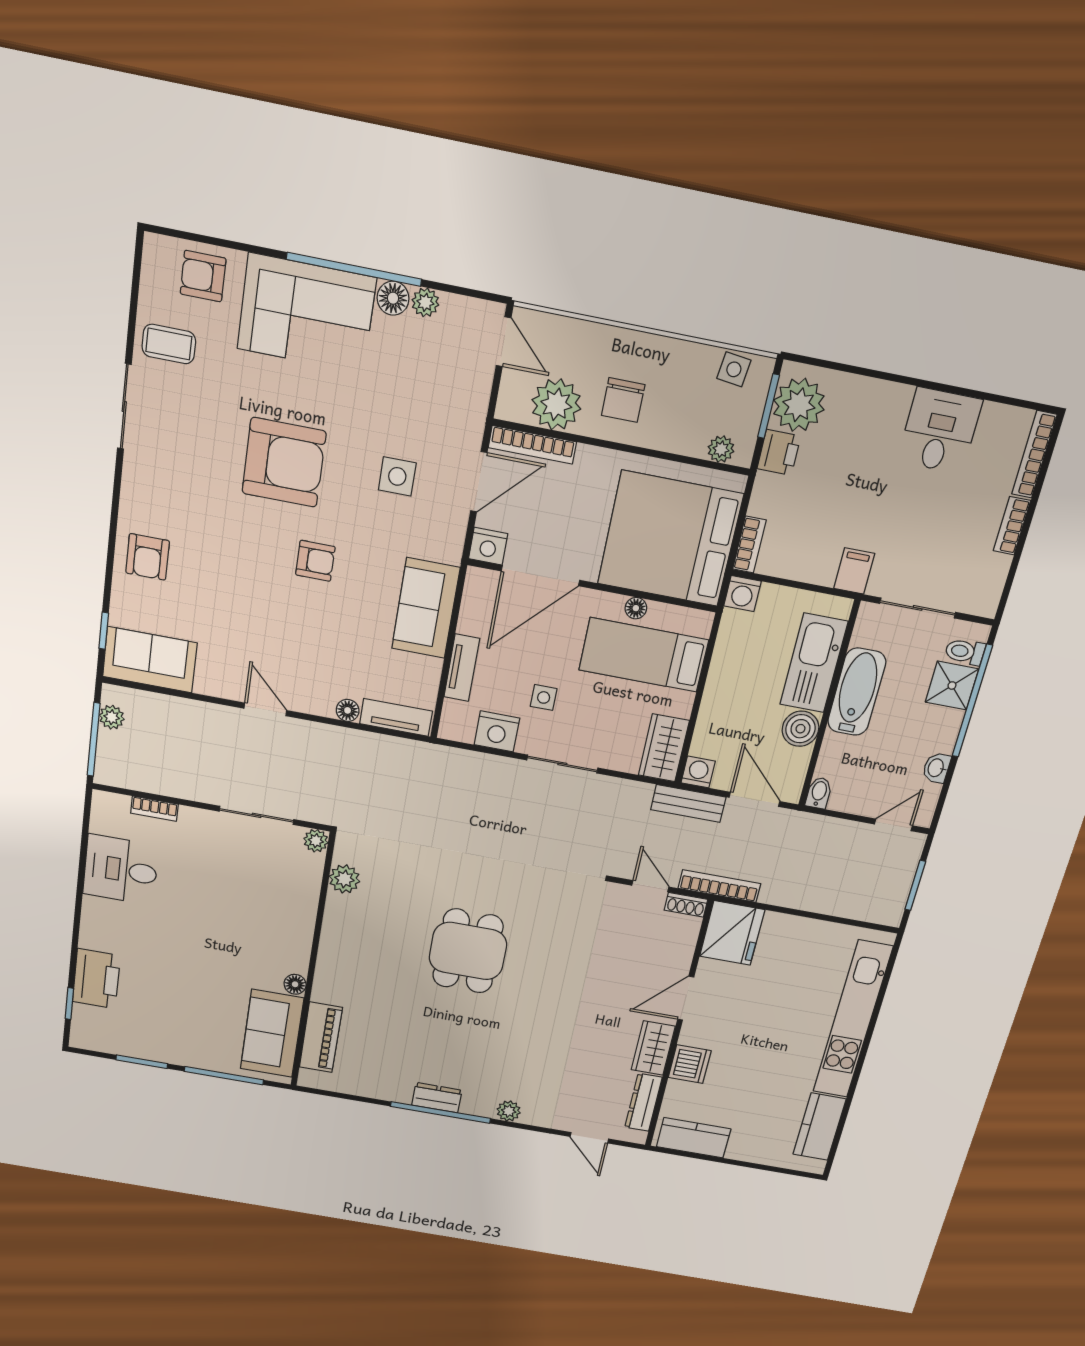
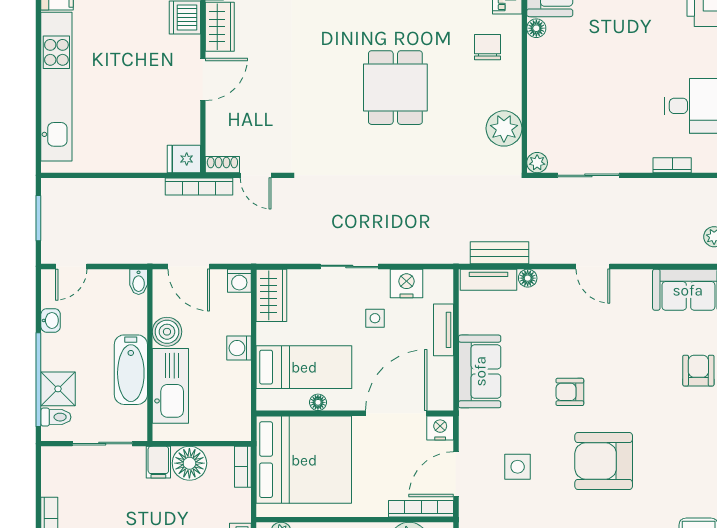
floor lamp: (815, 562) -> (189, 463), added
washing machine: (742, 594) -> (239, 348), moved, turned -90
bench: (688, 803) -> (500, 253), moved
plant: (344, 879) -> (504, 128), width x1.36, depth x1.36
fridge: (732, 933) -> (184, 159), width x0.53, depth x0.75
chair: (354, 974) -> (487, 47), added

